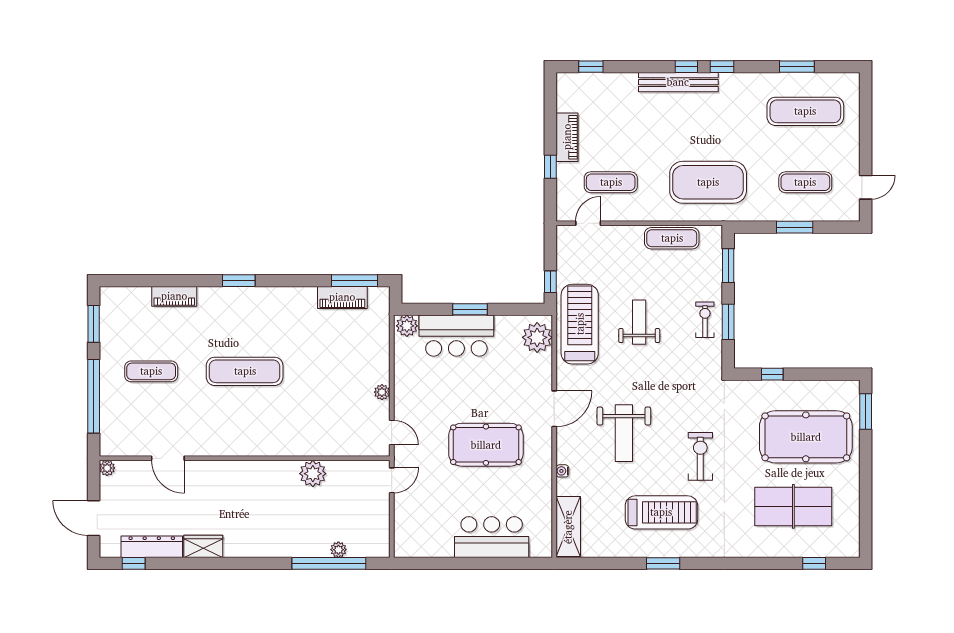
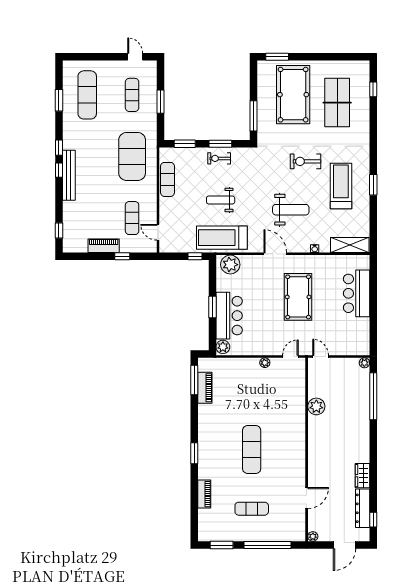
exercise mat: (151, 371) -> (252, 509), turned 90
window: (772, 374) -> (253, 116), width x2.17
plant: (338, 550) -> (364, 363), moved

